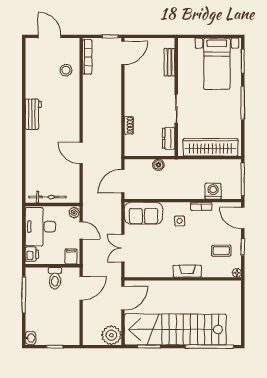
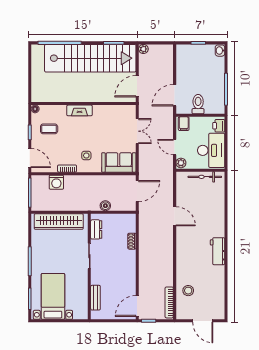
plant: (111, 335) -> (143, 49), width x0.53, depth x0.53

